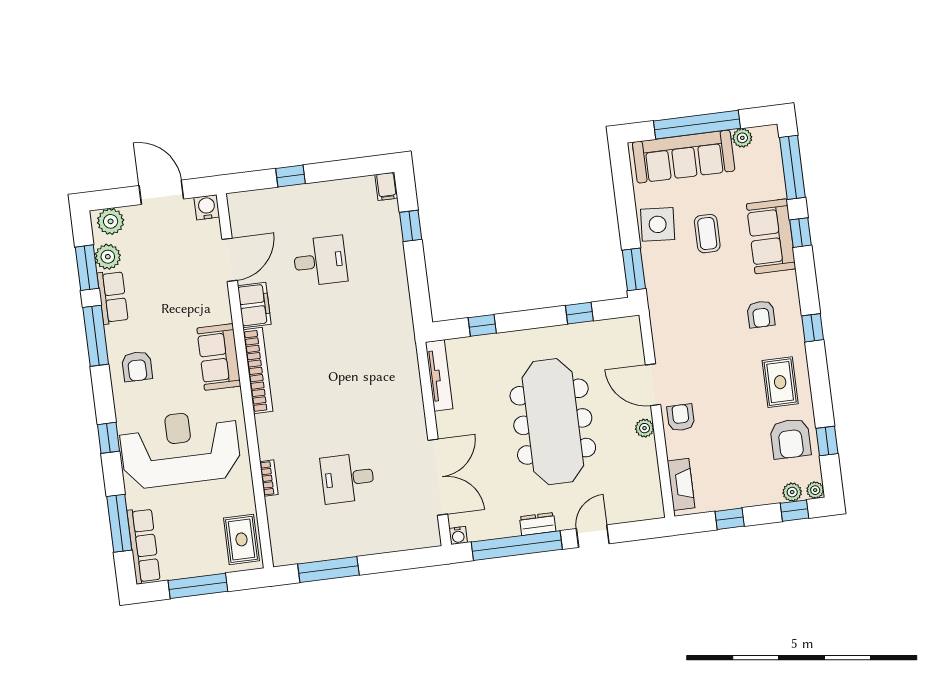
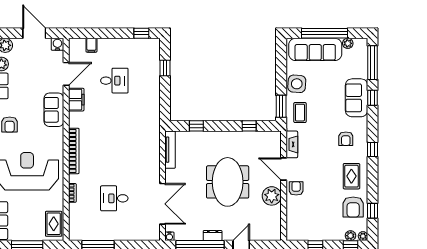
window: (290, 176) -> (141, 33), moved
filing cabinet: (386, 186) -> (91, 45), moved
coffee table: (707, 234) -> (300, 113), moved
sofa: (219, 357) -> (54, 110), moved
bookcase: (258, 371) -> (74, 151), moved
meeting table: (553, 422) -> (228, 182), width x0.73
plant: (645, 428) -> (272, 196), width x1.88, depth x1.88
fireplace: (681, 484) -> (292, 144), moved

